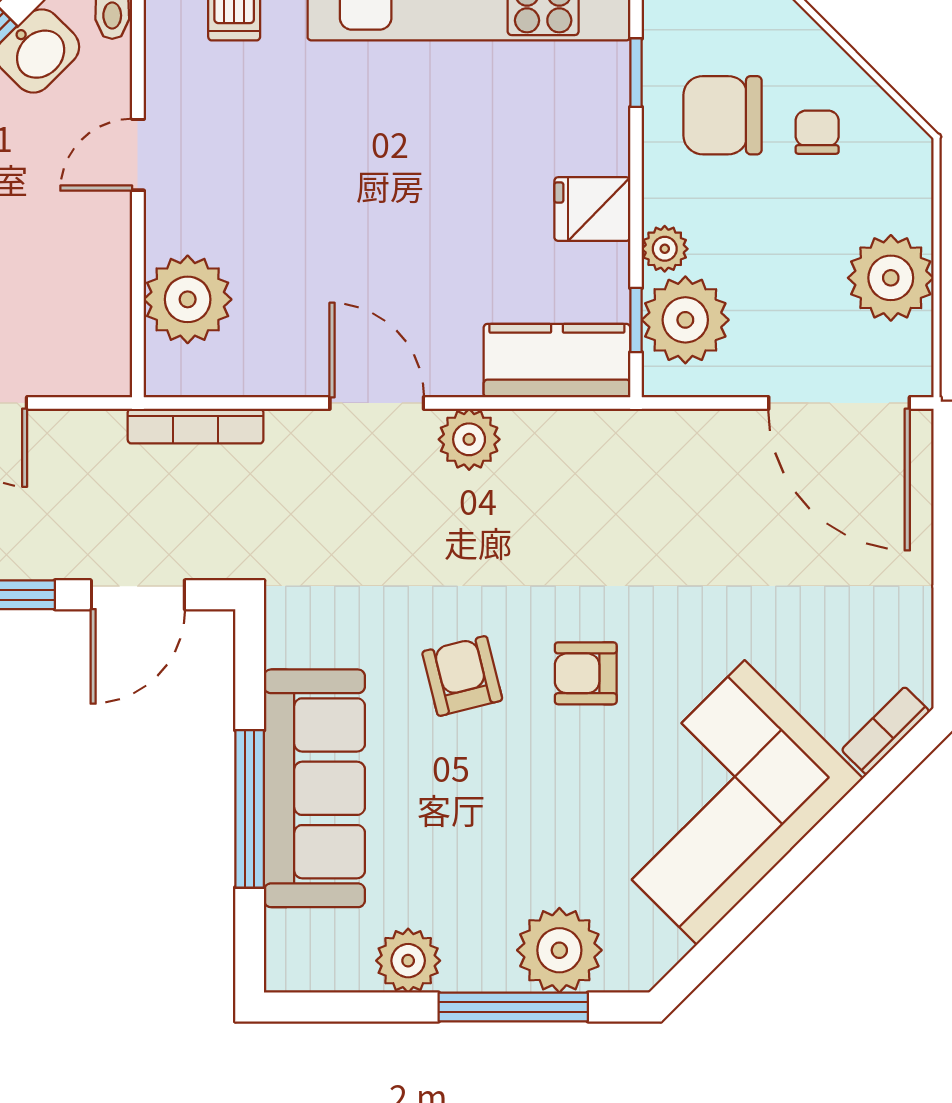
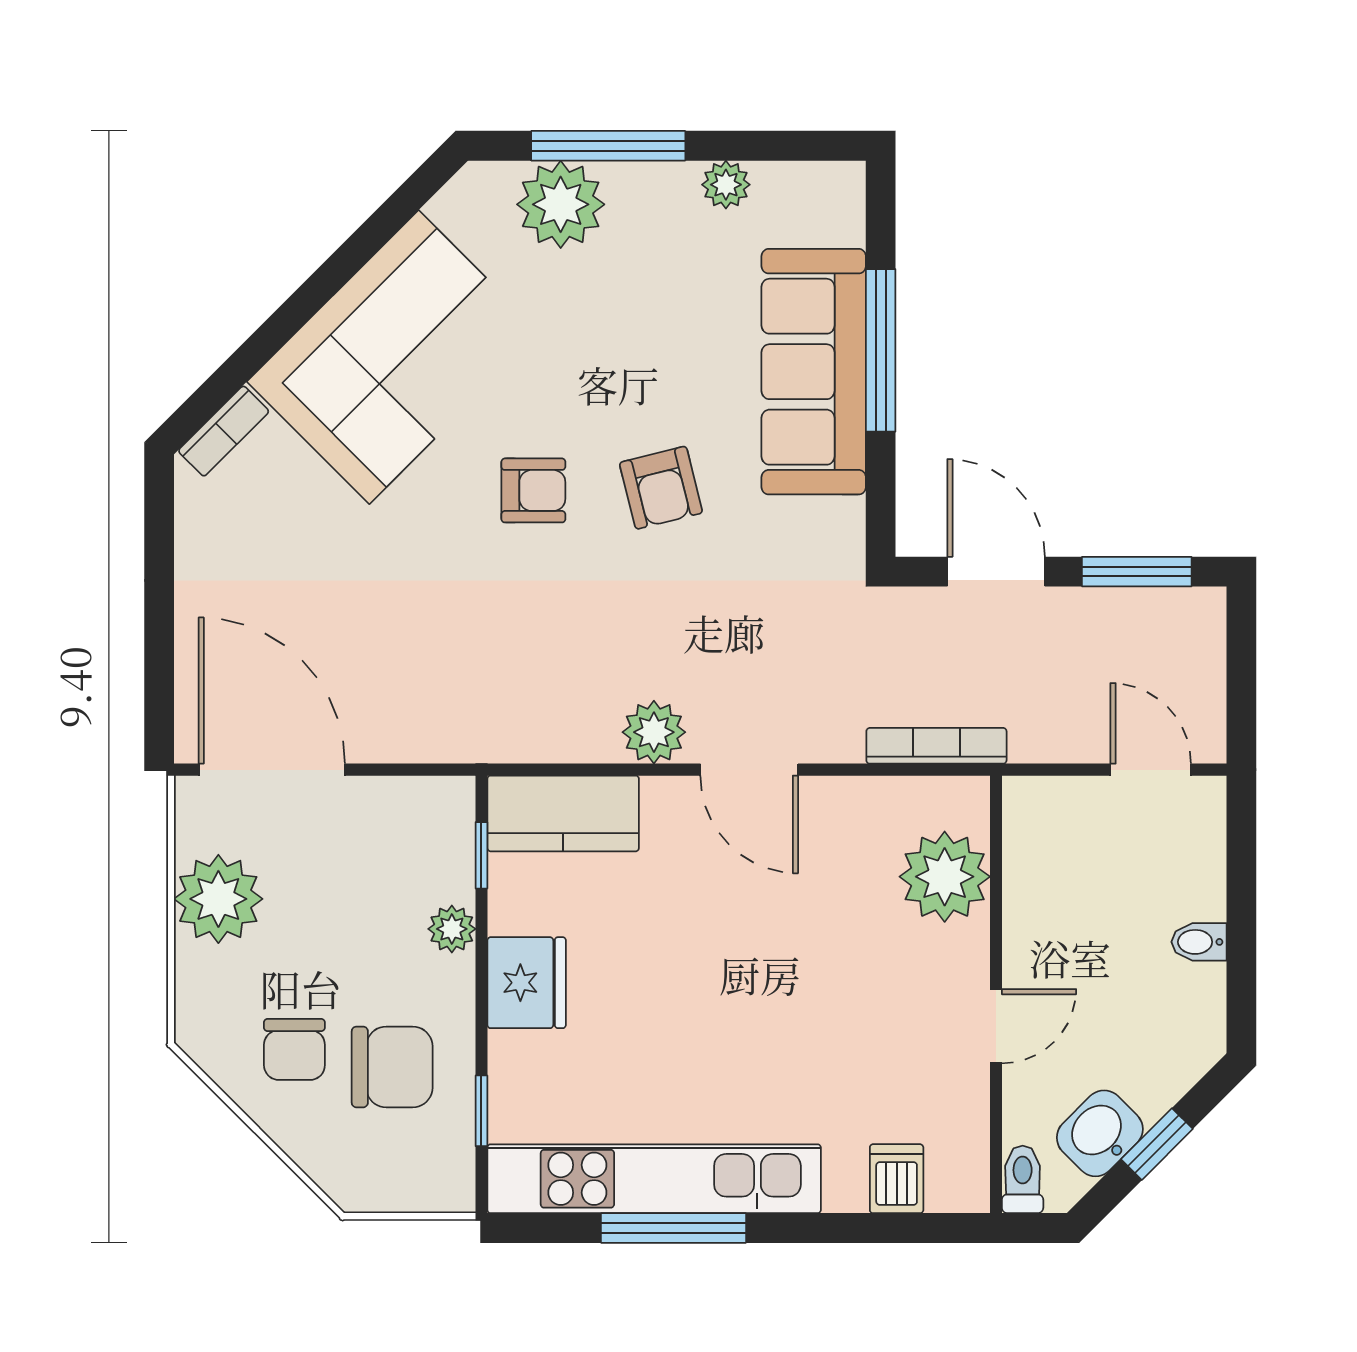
chair: (817, 132) -> (294, 1049), width x1.37, depth x1.37
fridge: (592, 209) -> (527, 983), width x1.38
plant: (685, 320) -> (431, 856), removed
door: (138, 595) -> (996, 572), hinge flipped
plant: (408, 961) -> (726, 185), width x0.73, depth x0.73

